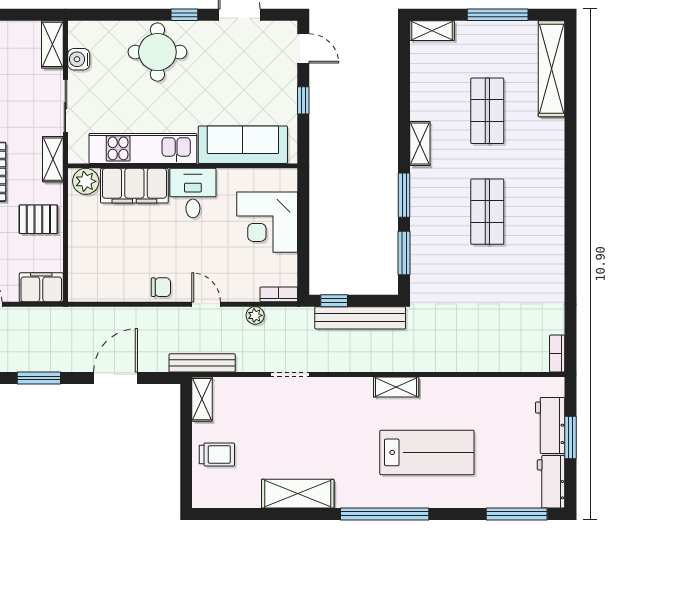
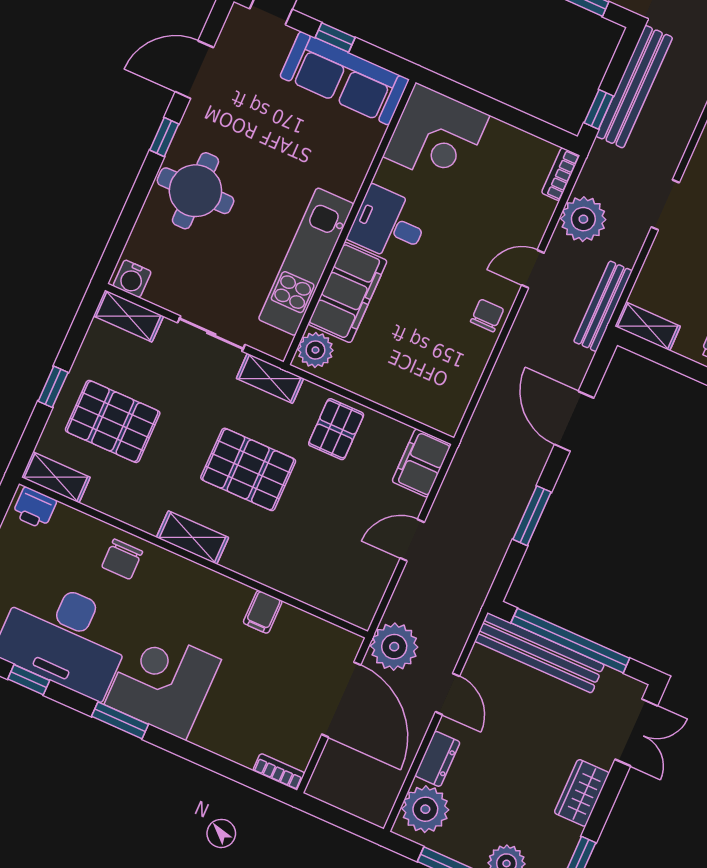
water cooler: (79, 59) -> (132, 279), moved
sofa: (243, 145) -> (345, 78), moved, turned -90
corner desk: (267, 222) -> (436, 136), moved
plant: (255, 315) -> (583, 219), width x1.88, depth x1.88

